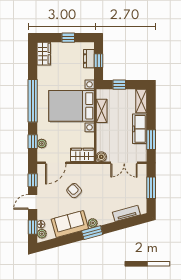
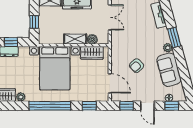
shelving: (102, 111) -> (75, 39), moved
plant: (42, 144) -> (21, 97), moved
wardrobe: (82, 155) -> (92, 53), moved, turned -90
boiler: (101, 157) -> (92, 39), moved
window: (92, 233) -> (174, 38), moved
plant: (42, 234) -> (178, 97), removed

